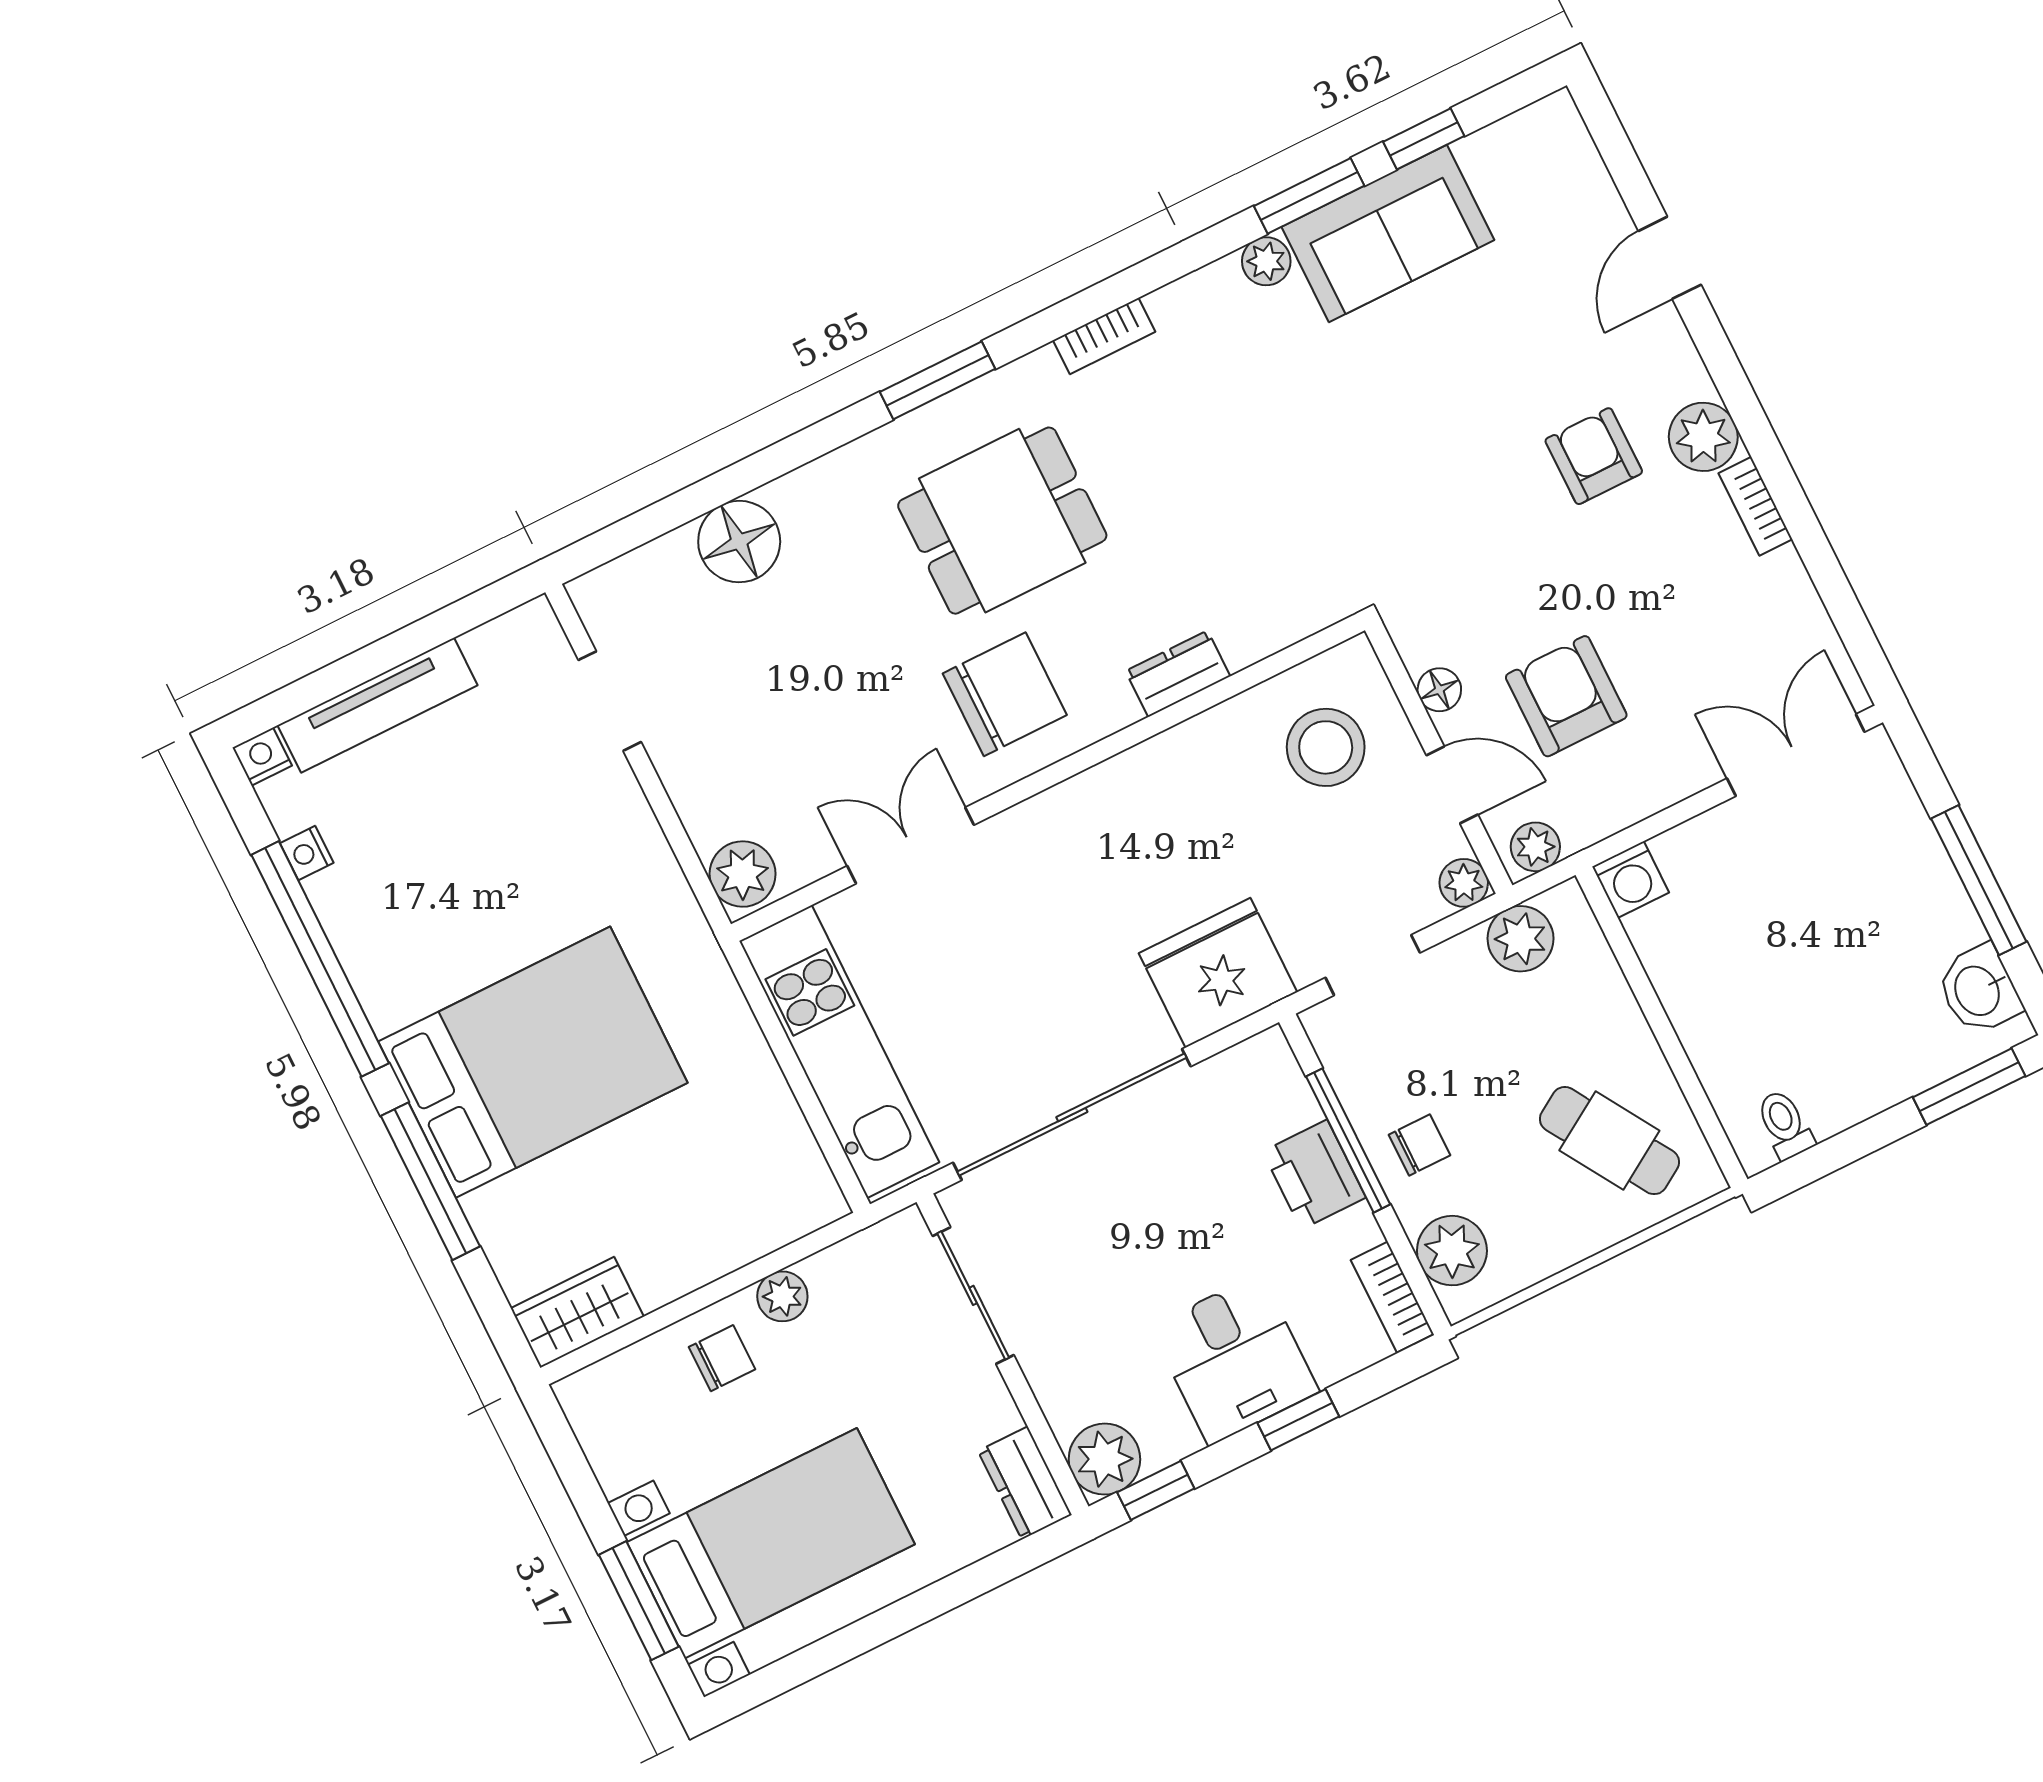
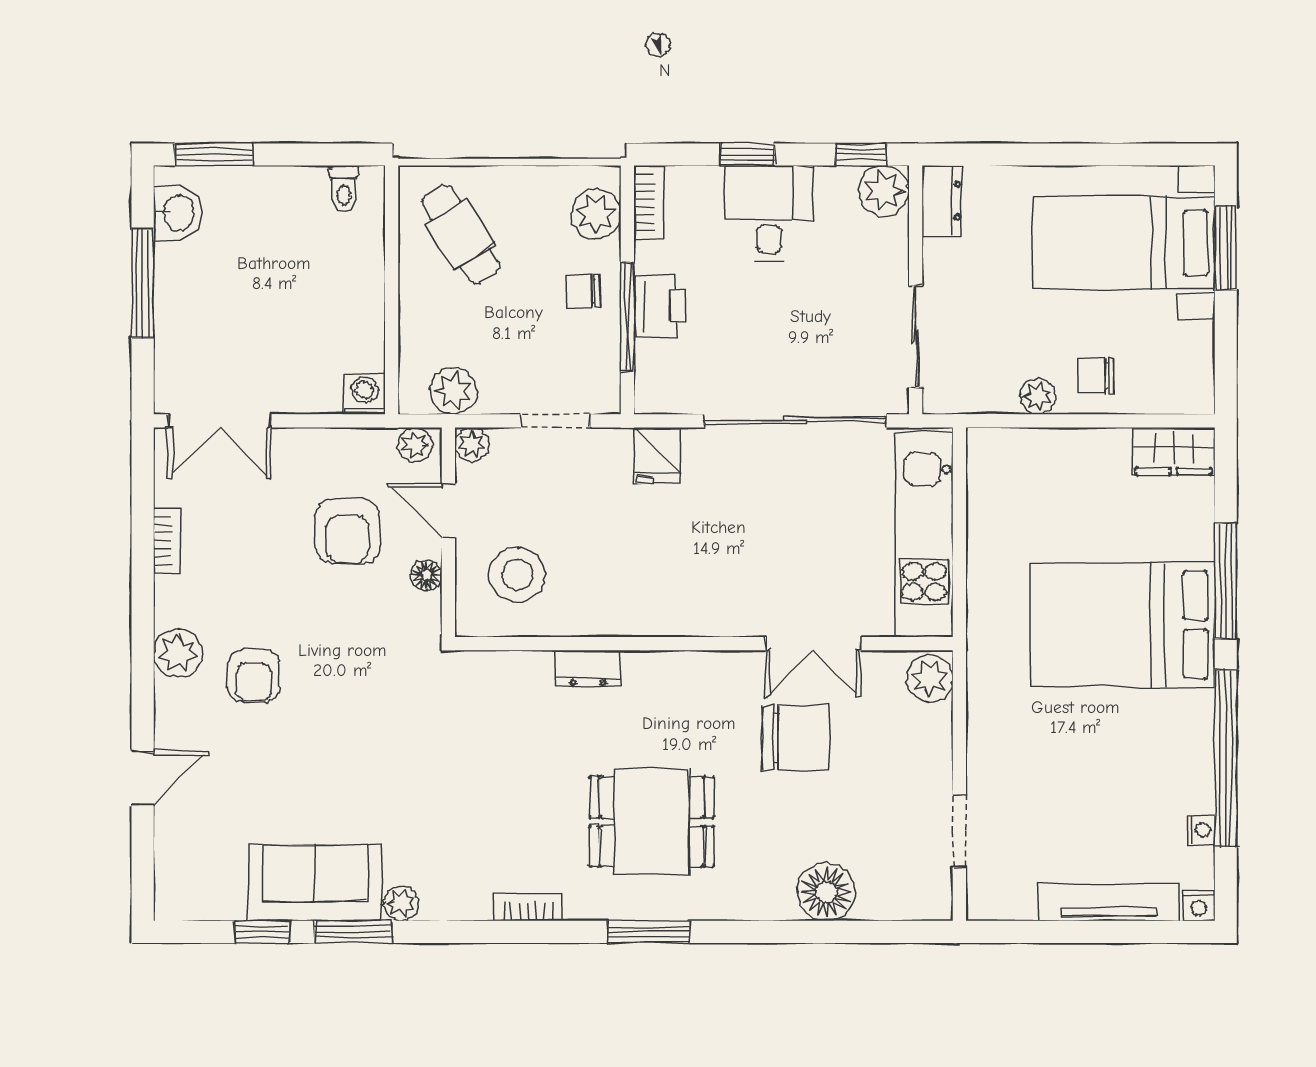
bookcase: (1755, 506) -> (167, 541), moved
chair: (1005, 694) -> (795, 737), moved, turned 180
fridge: (1218, 973) -> (657, 456), width x0.53, depth x0.75

